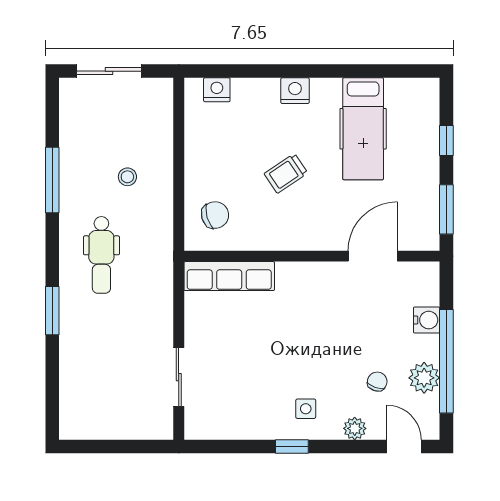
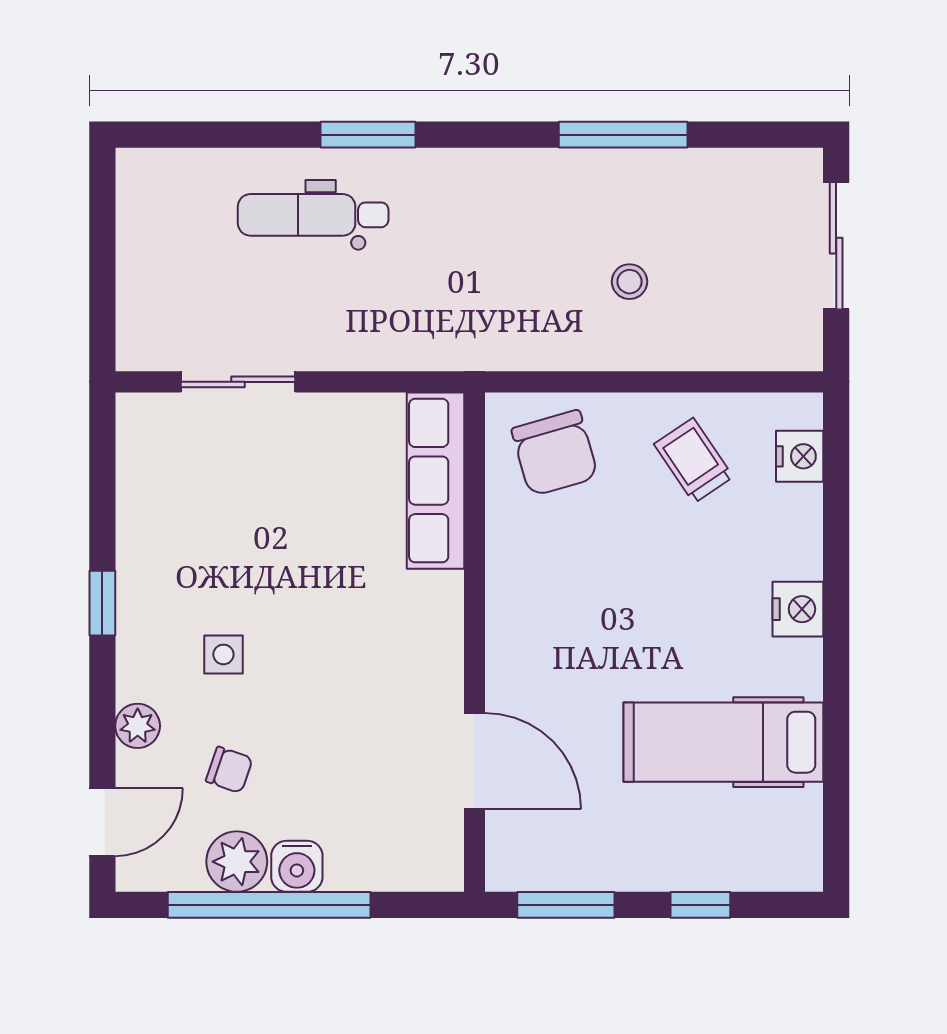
trolley: (286, 173) -> (694, 461), moved
chair: (215, 215) -> (555, 453), width x1.37, depth x1.37
dental chair: (101, 255) -> (313, 215), moved
water cooler: (427, 320) -> (297, 866), moved
side table: (306, 409) -> (223, 654), moved

